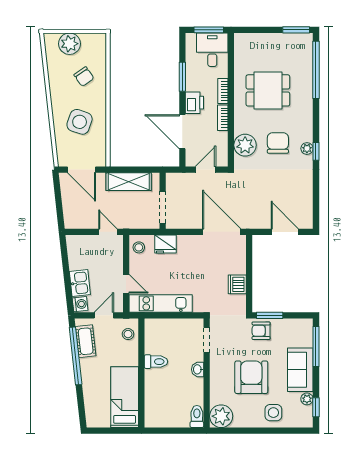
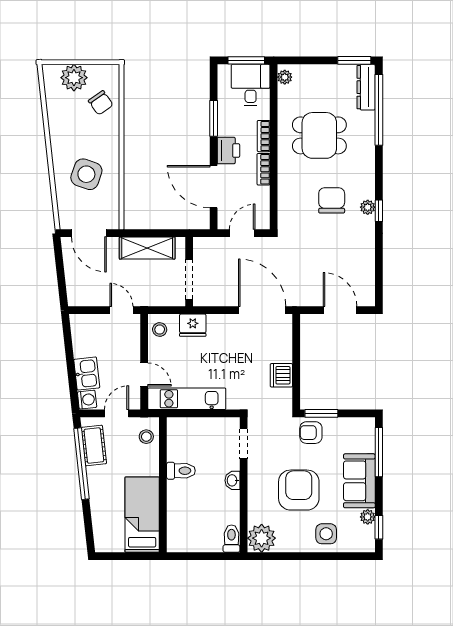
dresser: (306, 51) -> (366, 87), added
chair: (84, 77) -> (101, 103), moved
plant: (245, 145) -> (285, 77), moved, width x0.53, depth x0.53

